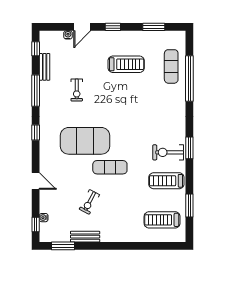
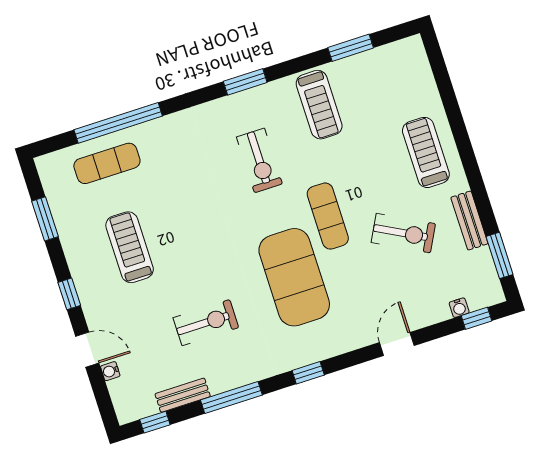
exercise bike: (77, 90) -> (206, 323), width x1.38, depth x1.39
exercise bike: (168, 152) -> (259, 160), moved
exercise bike: (89, 202) -> (403, 233), width x1.38, depth x1.39
treadmill: (162, 220) -> (426, 152), moved, turned 180

